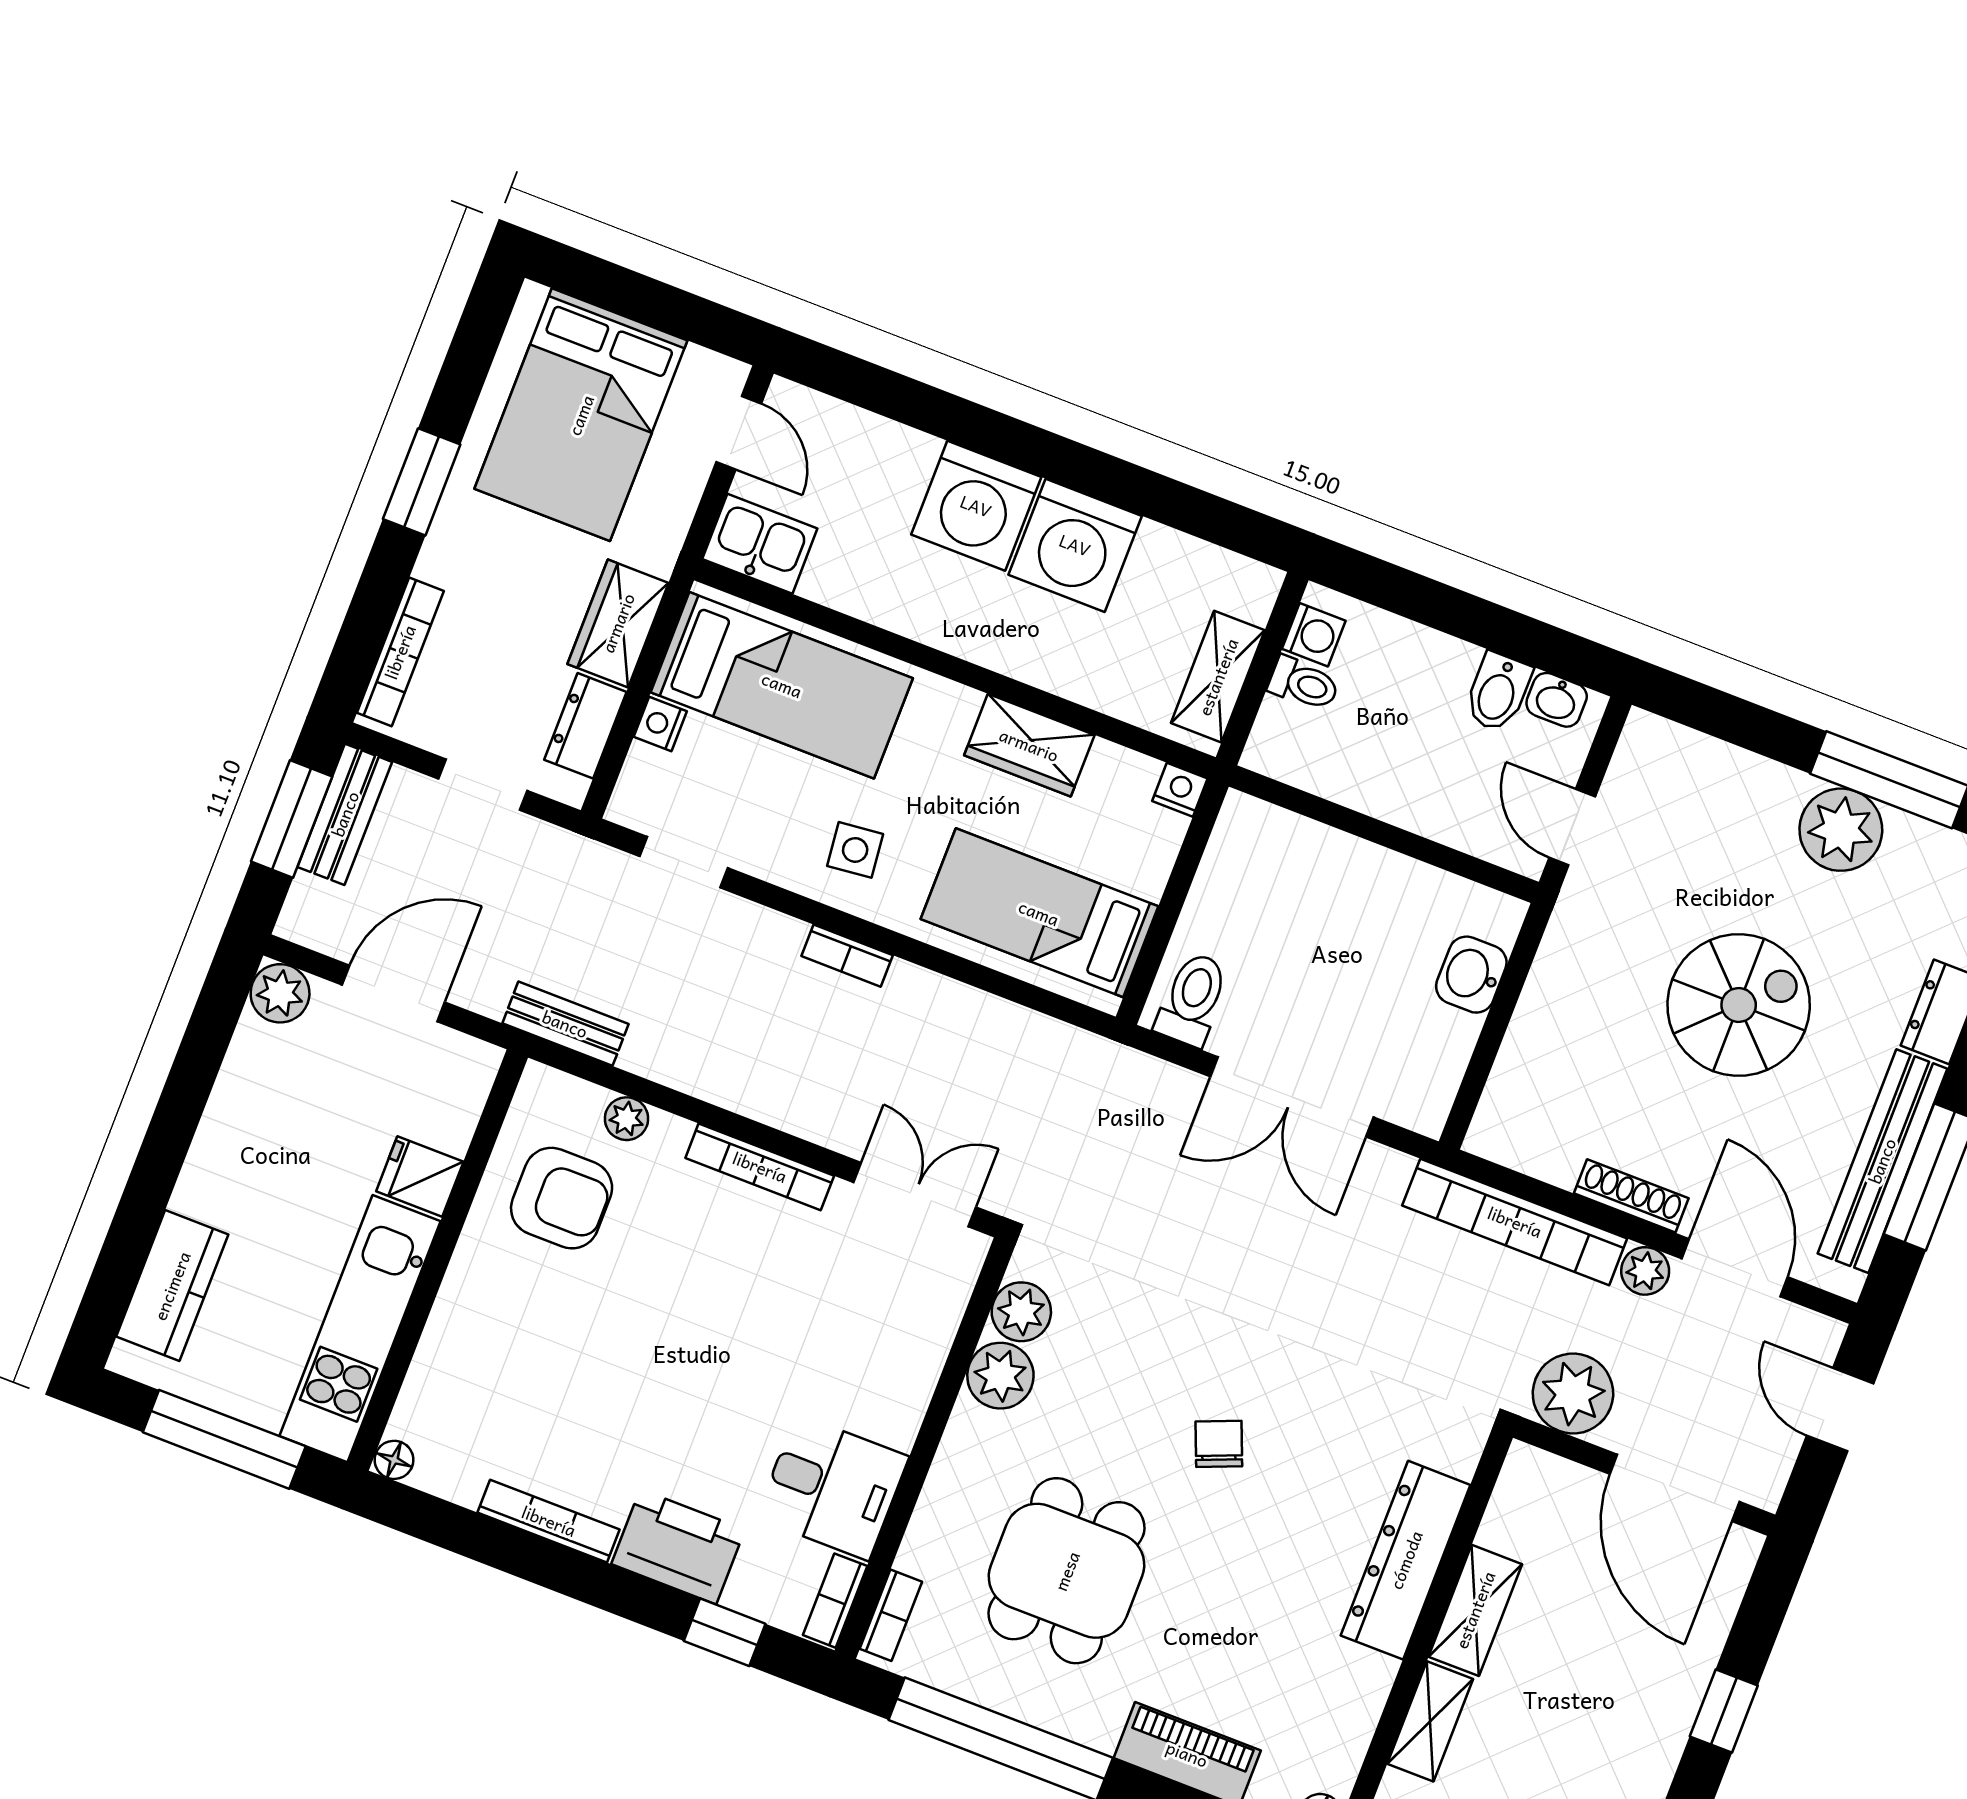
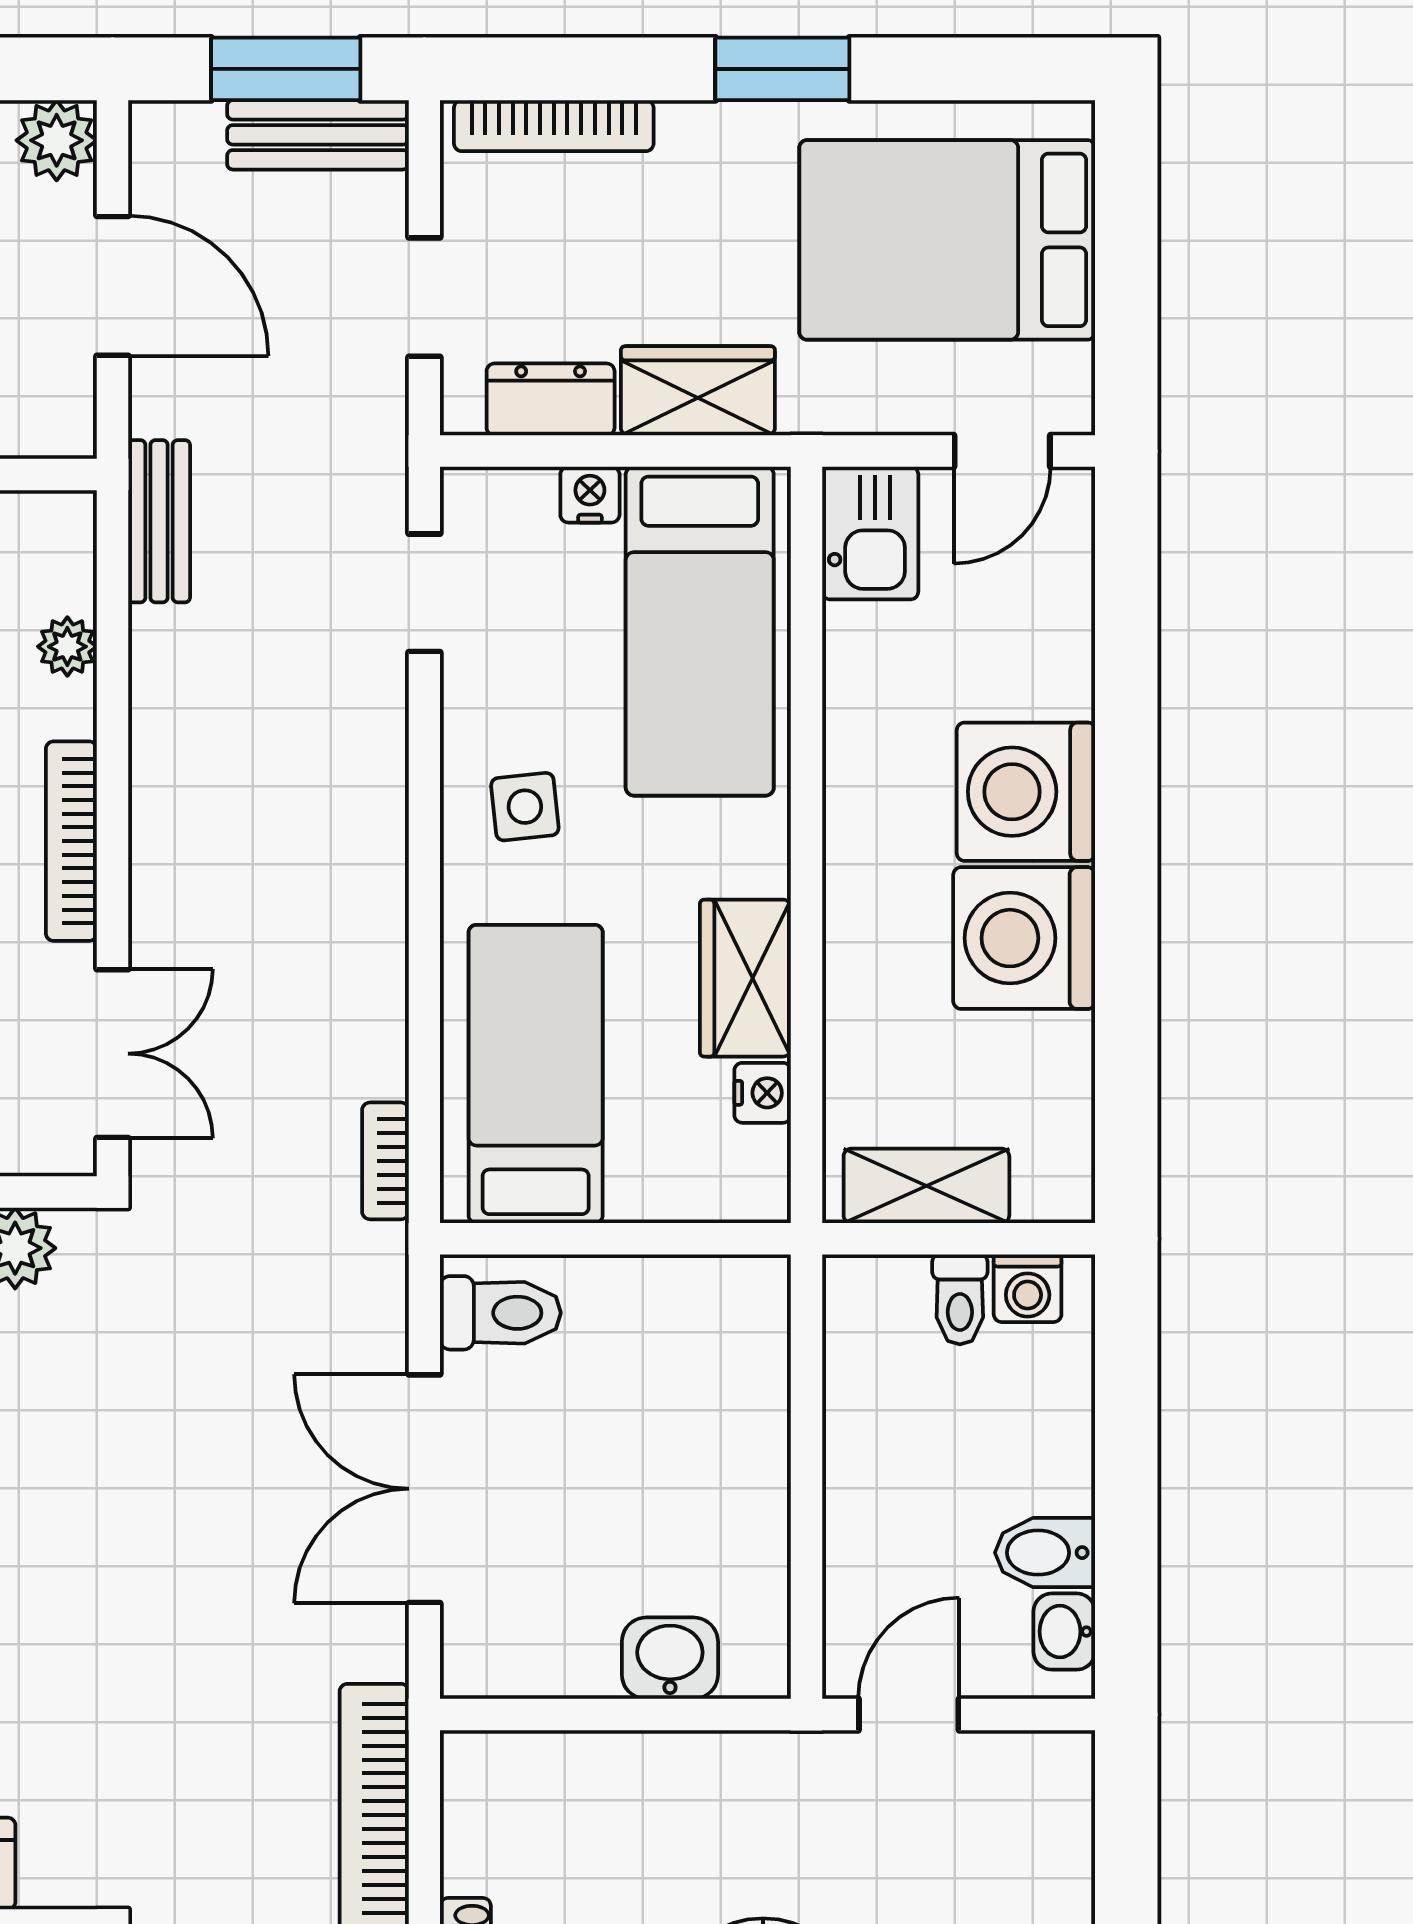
nightstand: (1180, 790) -> (763, 1093), moved
bookcase: (847, 956) -> (385, 1161), moved

